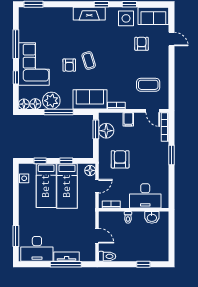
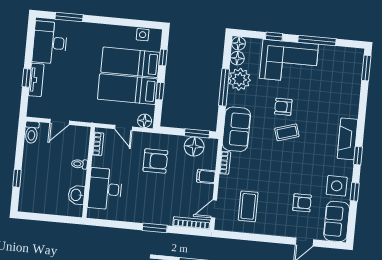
window: (66, 264) -> (27, 78), width x0.46

